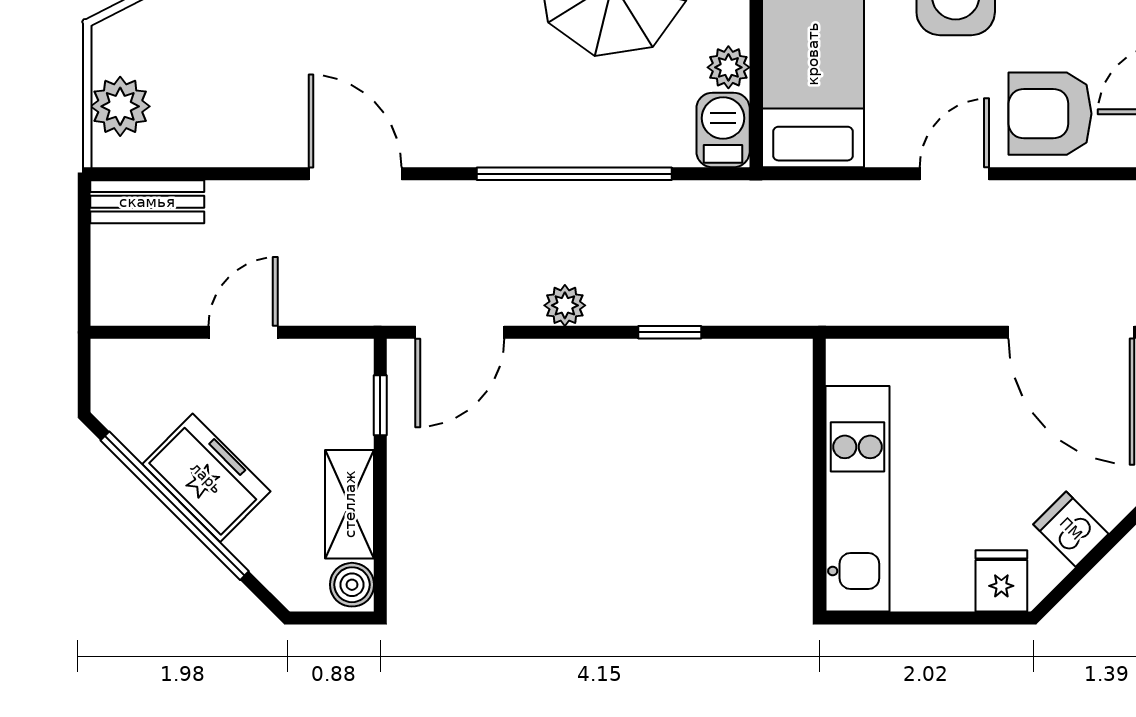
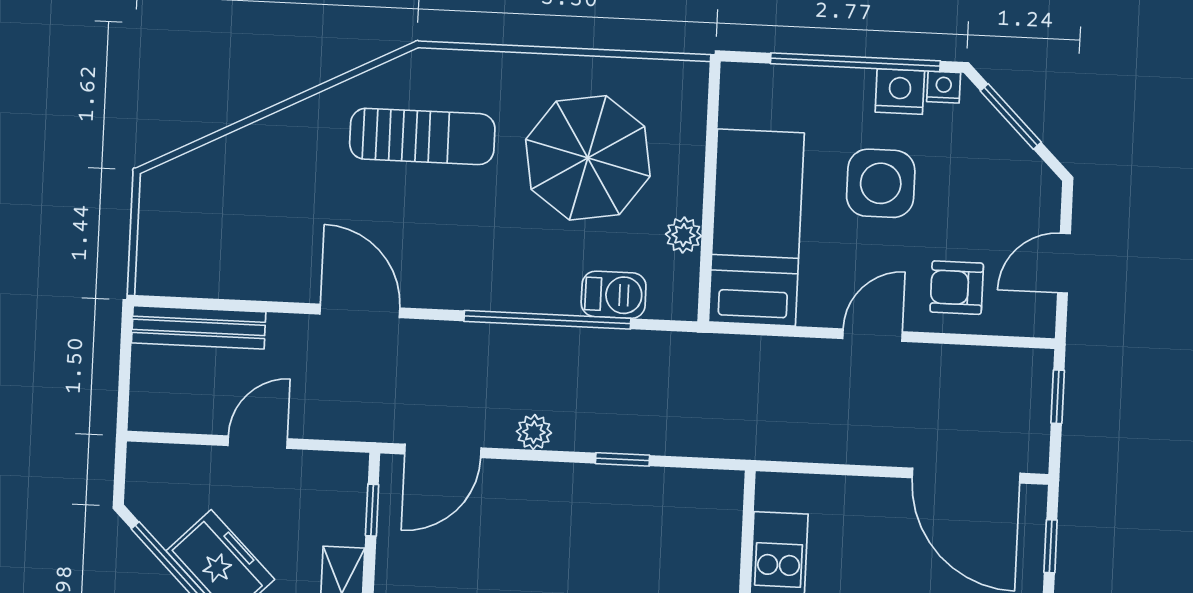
plant: (120, 106) -> (162, 244), removed
armchair: (1050, 114) -> (957, 288), width x0.72, depth x0.72
barbecue: (723, 130) -> (614, 295), moved, turned 90
bench: (147, 202) -> (199, 327), width x1.36

